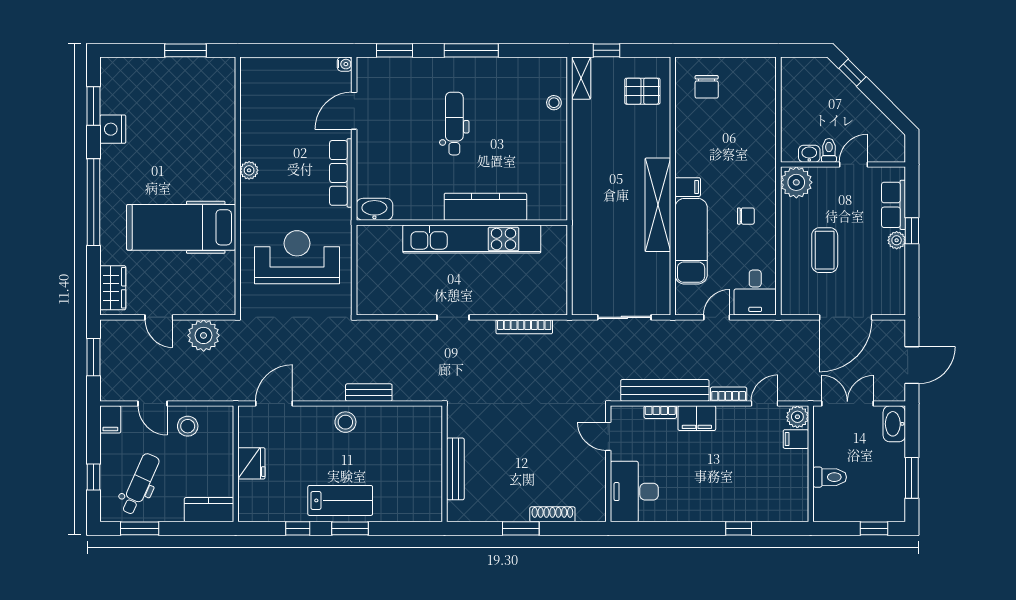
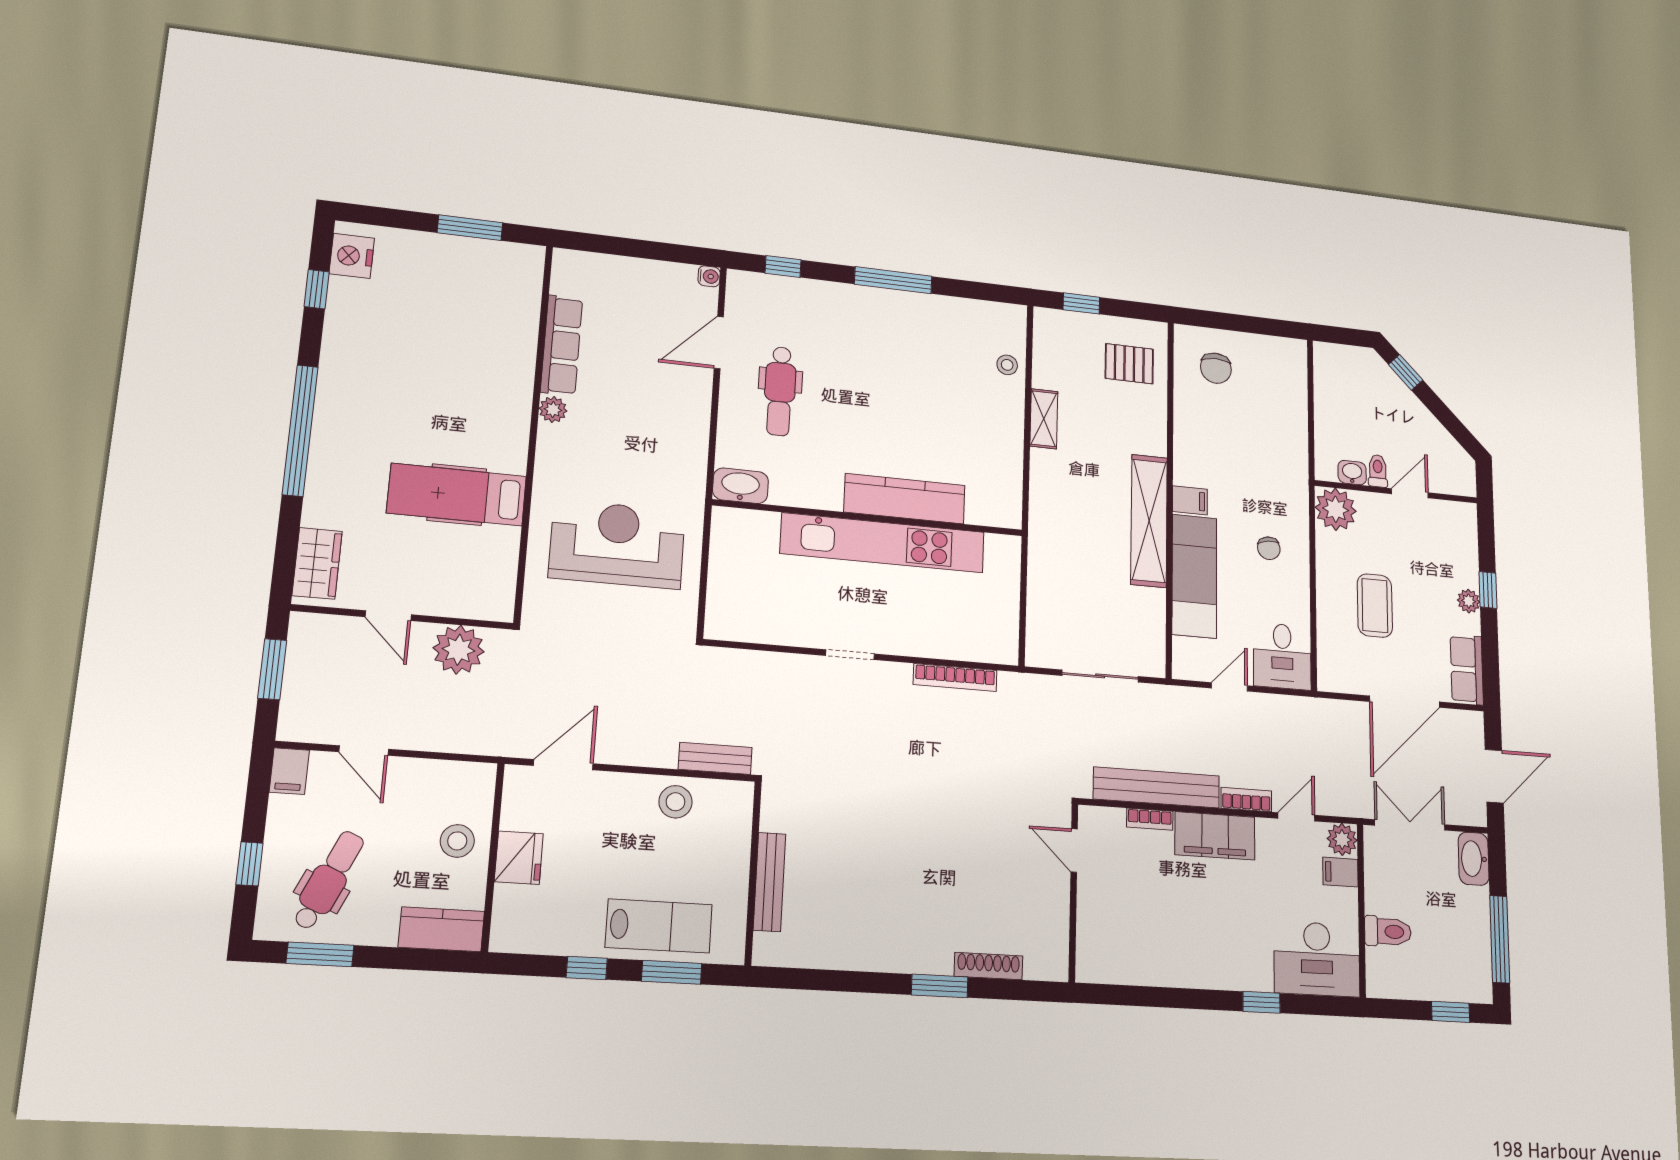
window: (394, 50) -> (783, 267), width x0.67
shelving: (581, 78) -> (1044, 419), moved
window: (94, 106) -> (317, 289), width x0.67
dental chair: (454, 124) -> (780, 391), moved, turned 180
nightstand: (113, 129) -> (352, 256), moved
row of seats: (341, 173) -> (562, 345), moved, turned 180
row of seats: (894, 205) -> (1467, 669), moved
chair: (746, 216) -> (1269, 548), turned 82
hospital bed: (181, 227) -> (457, 495), width x0.73, depth x0.78
filing cabinet: (697, 418) -> (1215, 836), width x1.50, depth x1.17
stool: (188, 426) -> (457, 841), moved
wall: (445, 464) -> (753, 873), moved
bench: (455, 469) -> (770, 882), moved
window: (912, 478) -> (1500, 939), width x1.44
desk: (634, 492) -> (1317, 959), moved, turned -90

